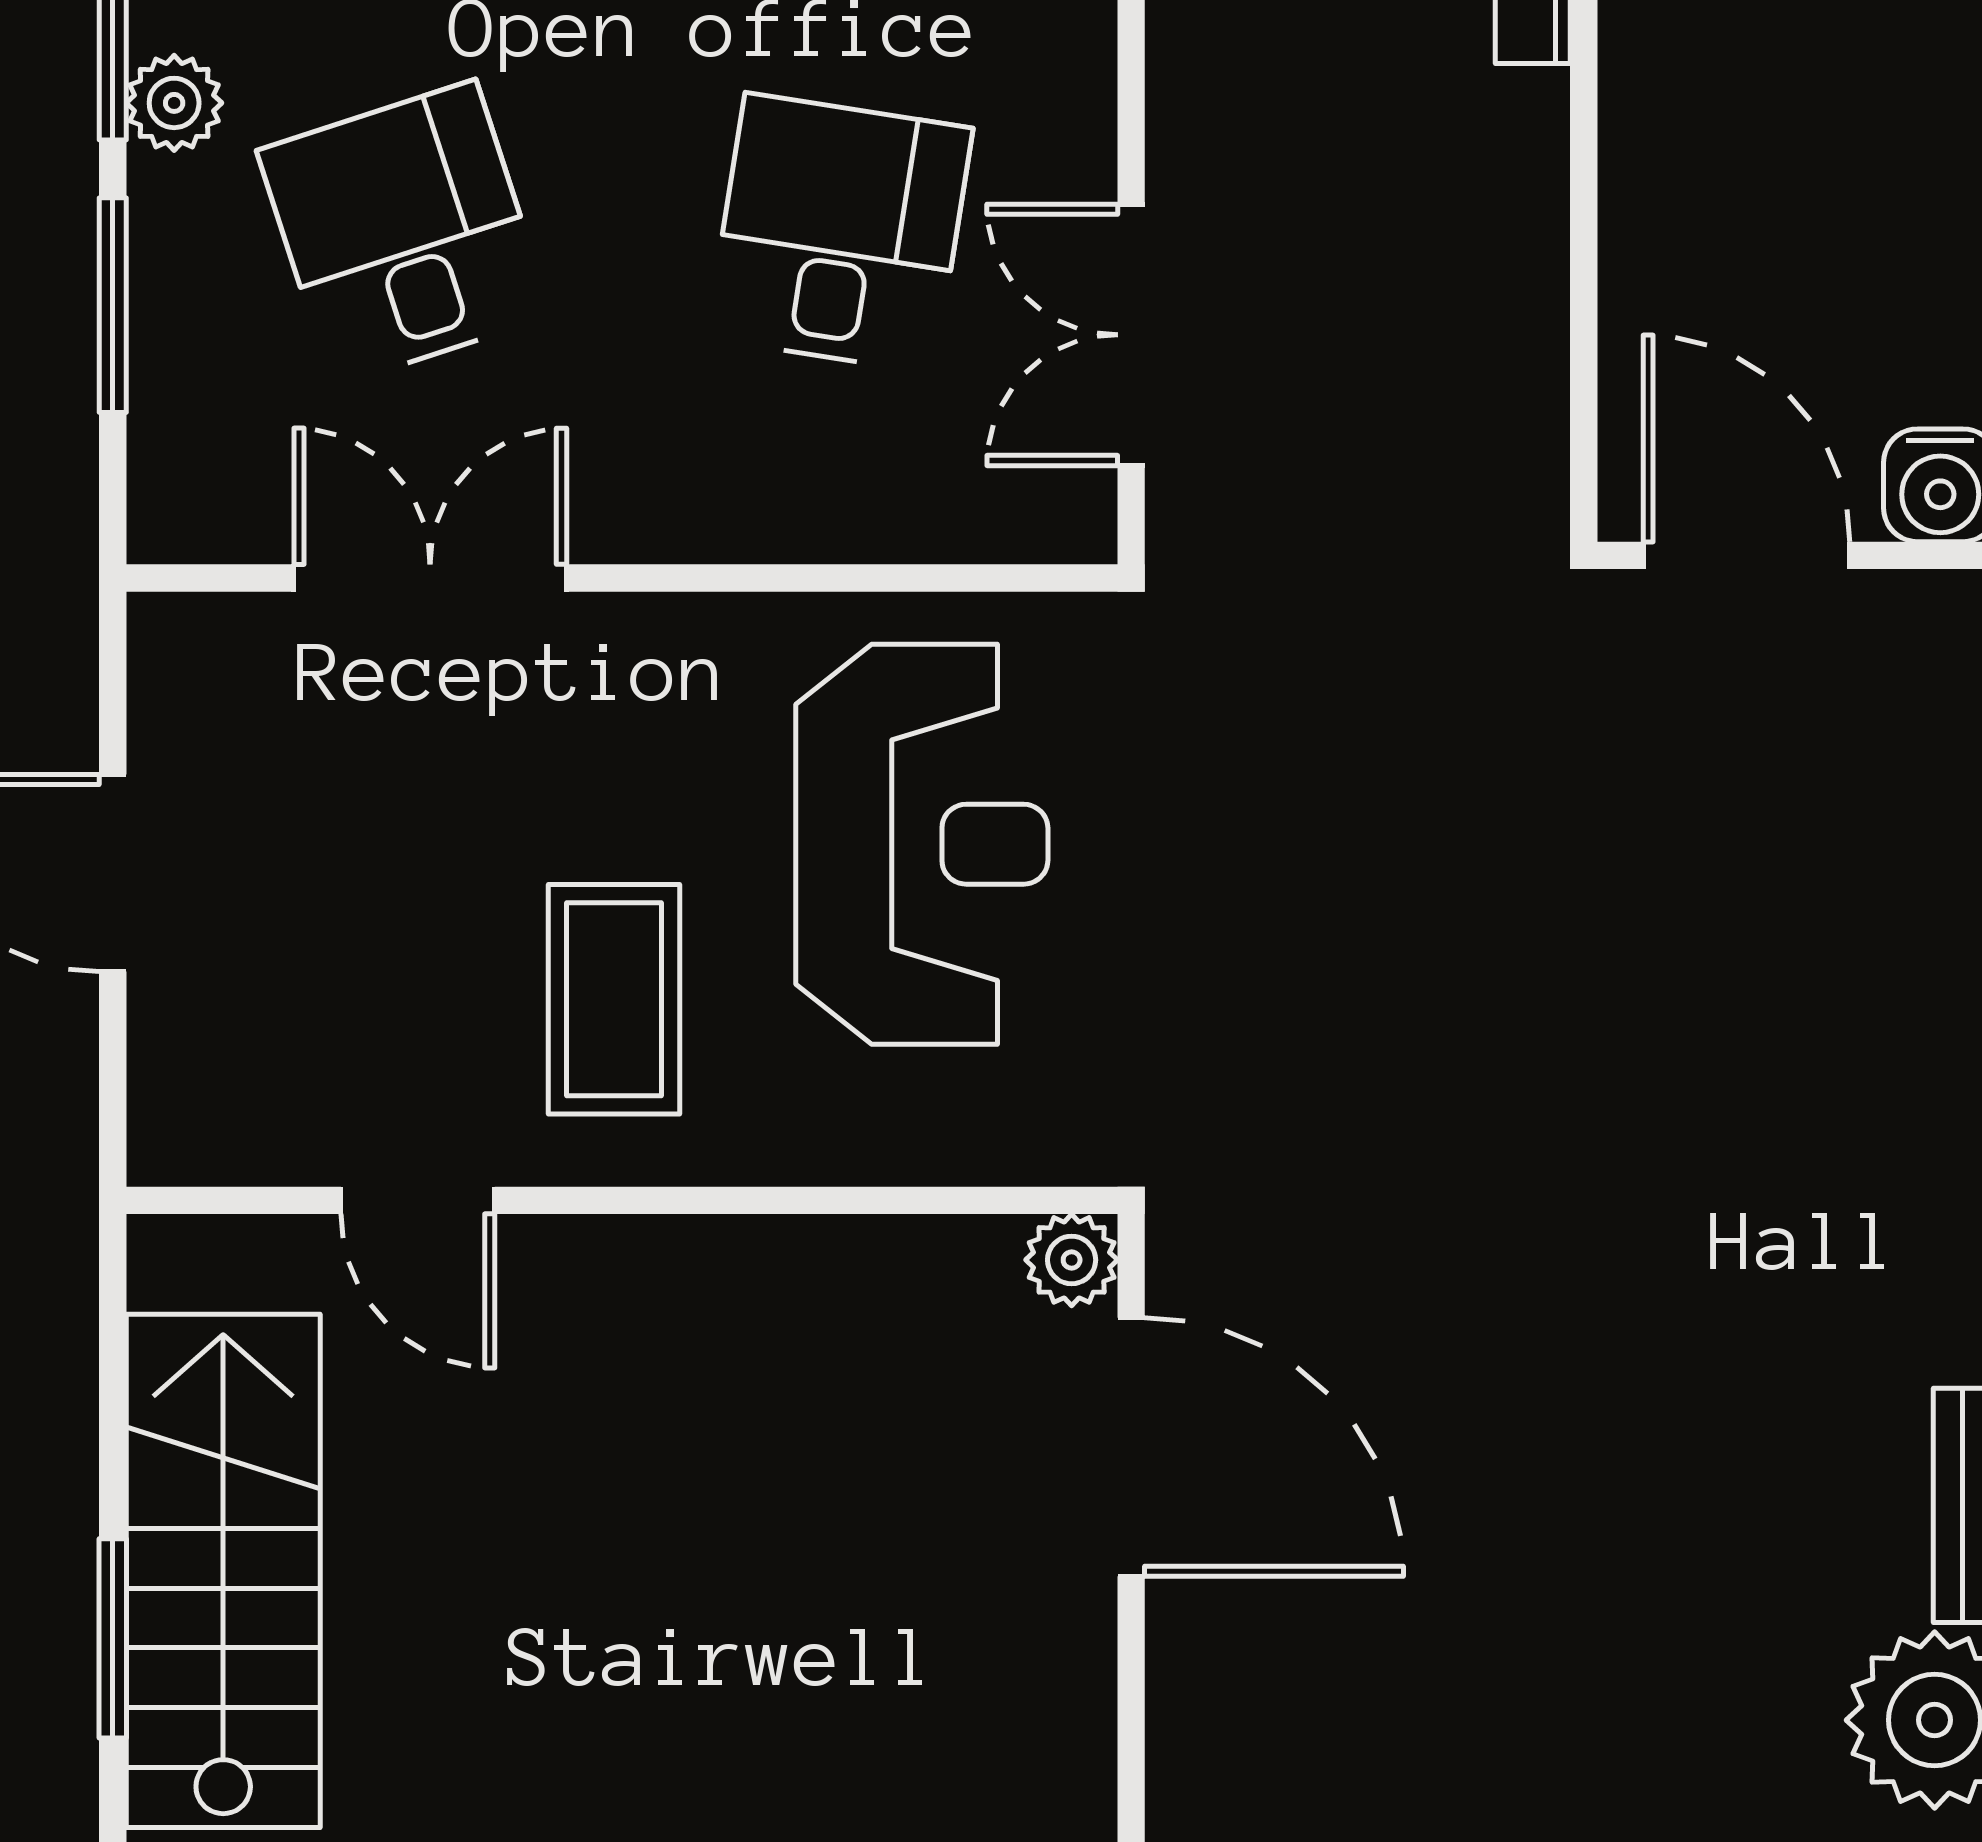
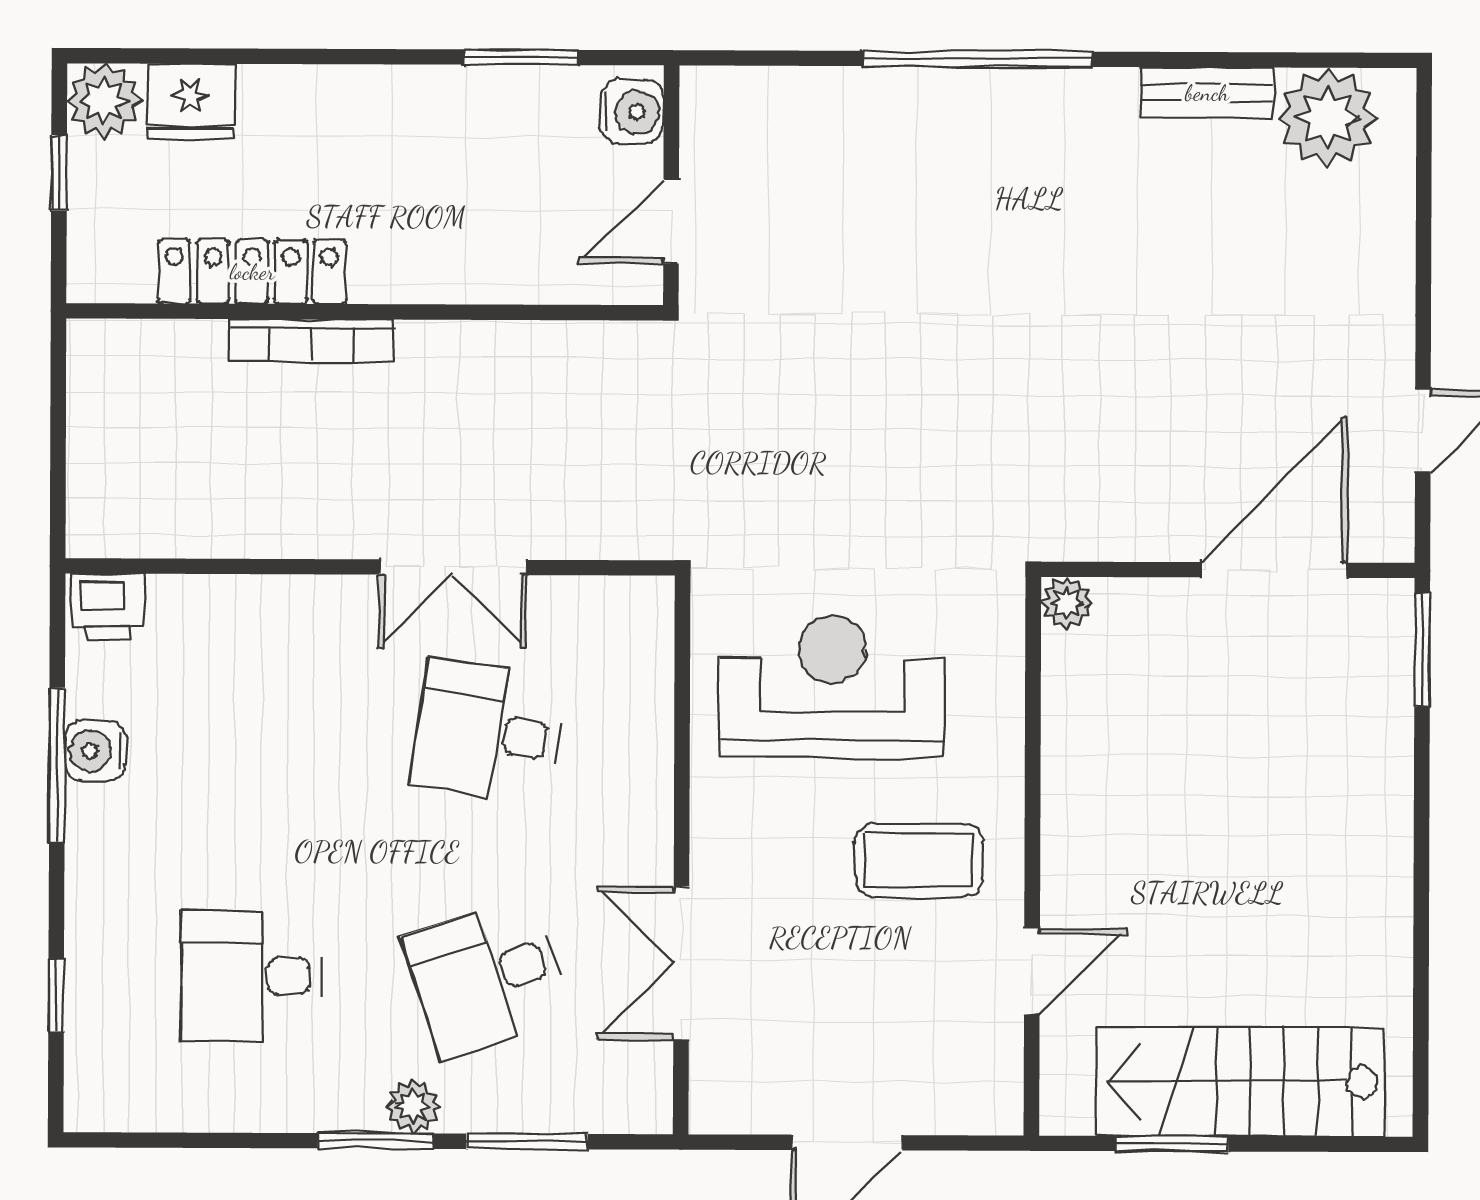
double door: (1131, 335) -> (453, 567), moved
door: (1746, 555) -> (671, 221), width x0.73
door: (1131, 1447) -> (1274, 570), moved
window: (113, 1638) -> (1172, 1144), moved

